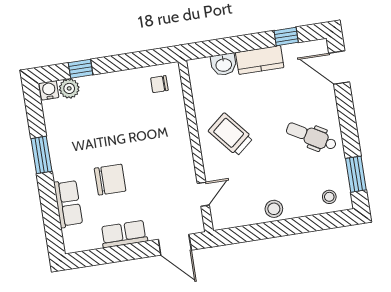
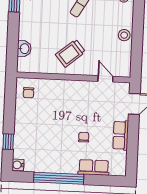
kitchen counter: (260, 60) -> (26, 25), removed
plant: (69, 88) -> (19, 152), removed
window: (41, 155) -> (59, 178), width x2.11
chair: (110, 180) -> (84, 137), width x0.54, depth x0.54

